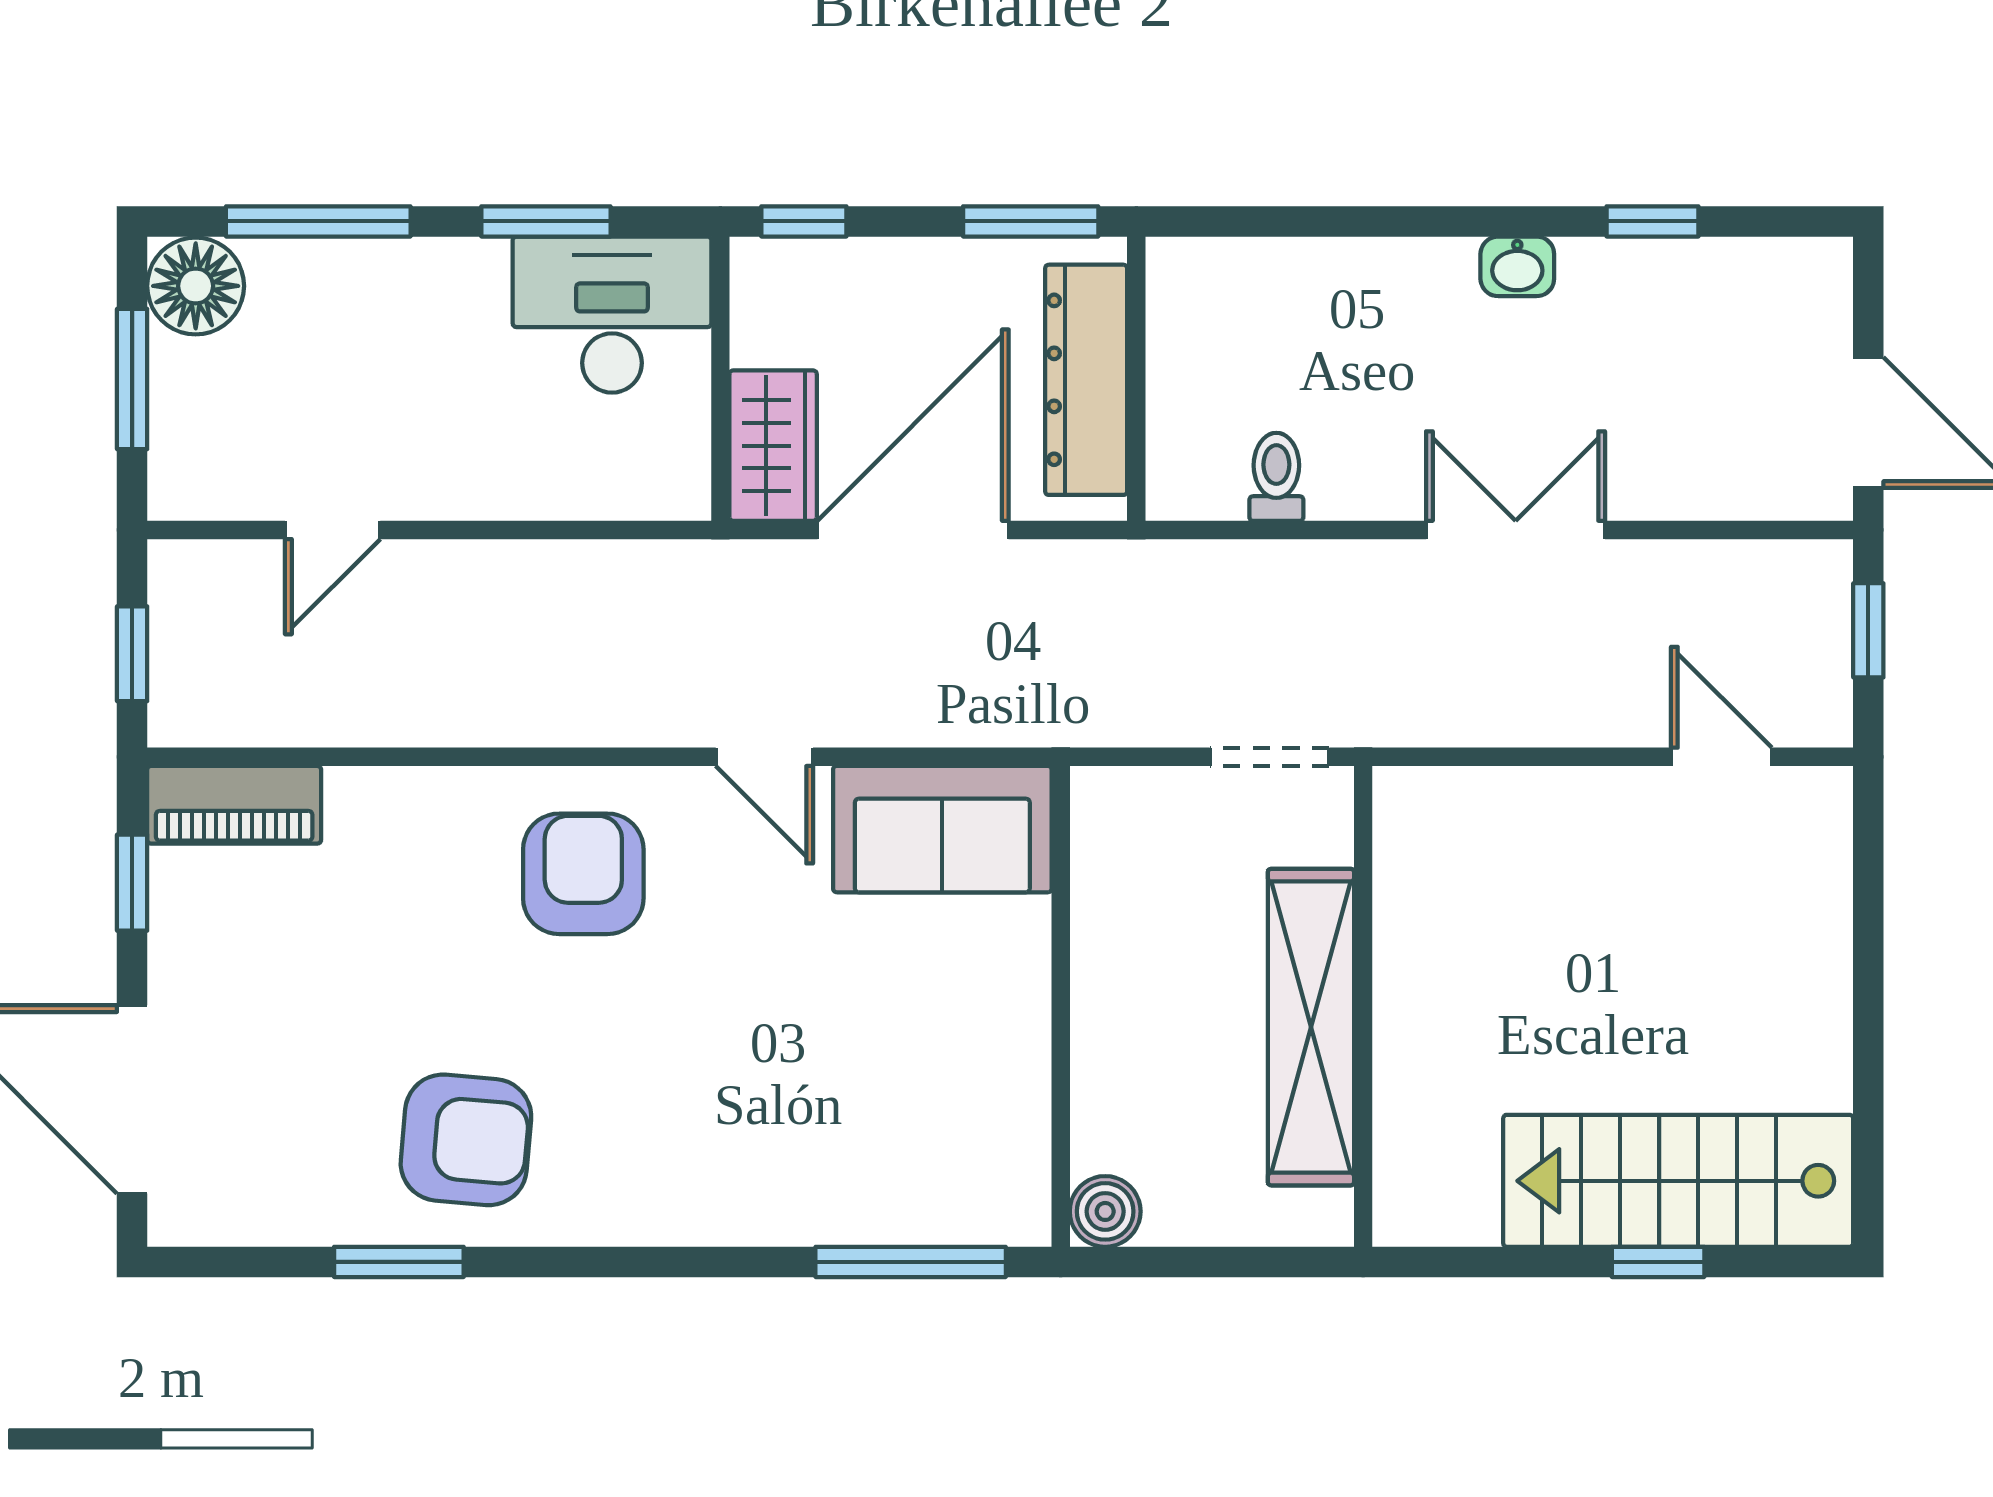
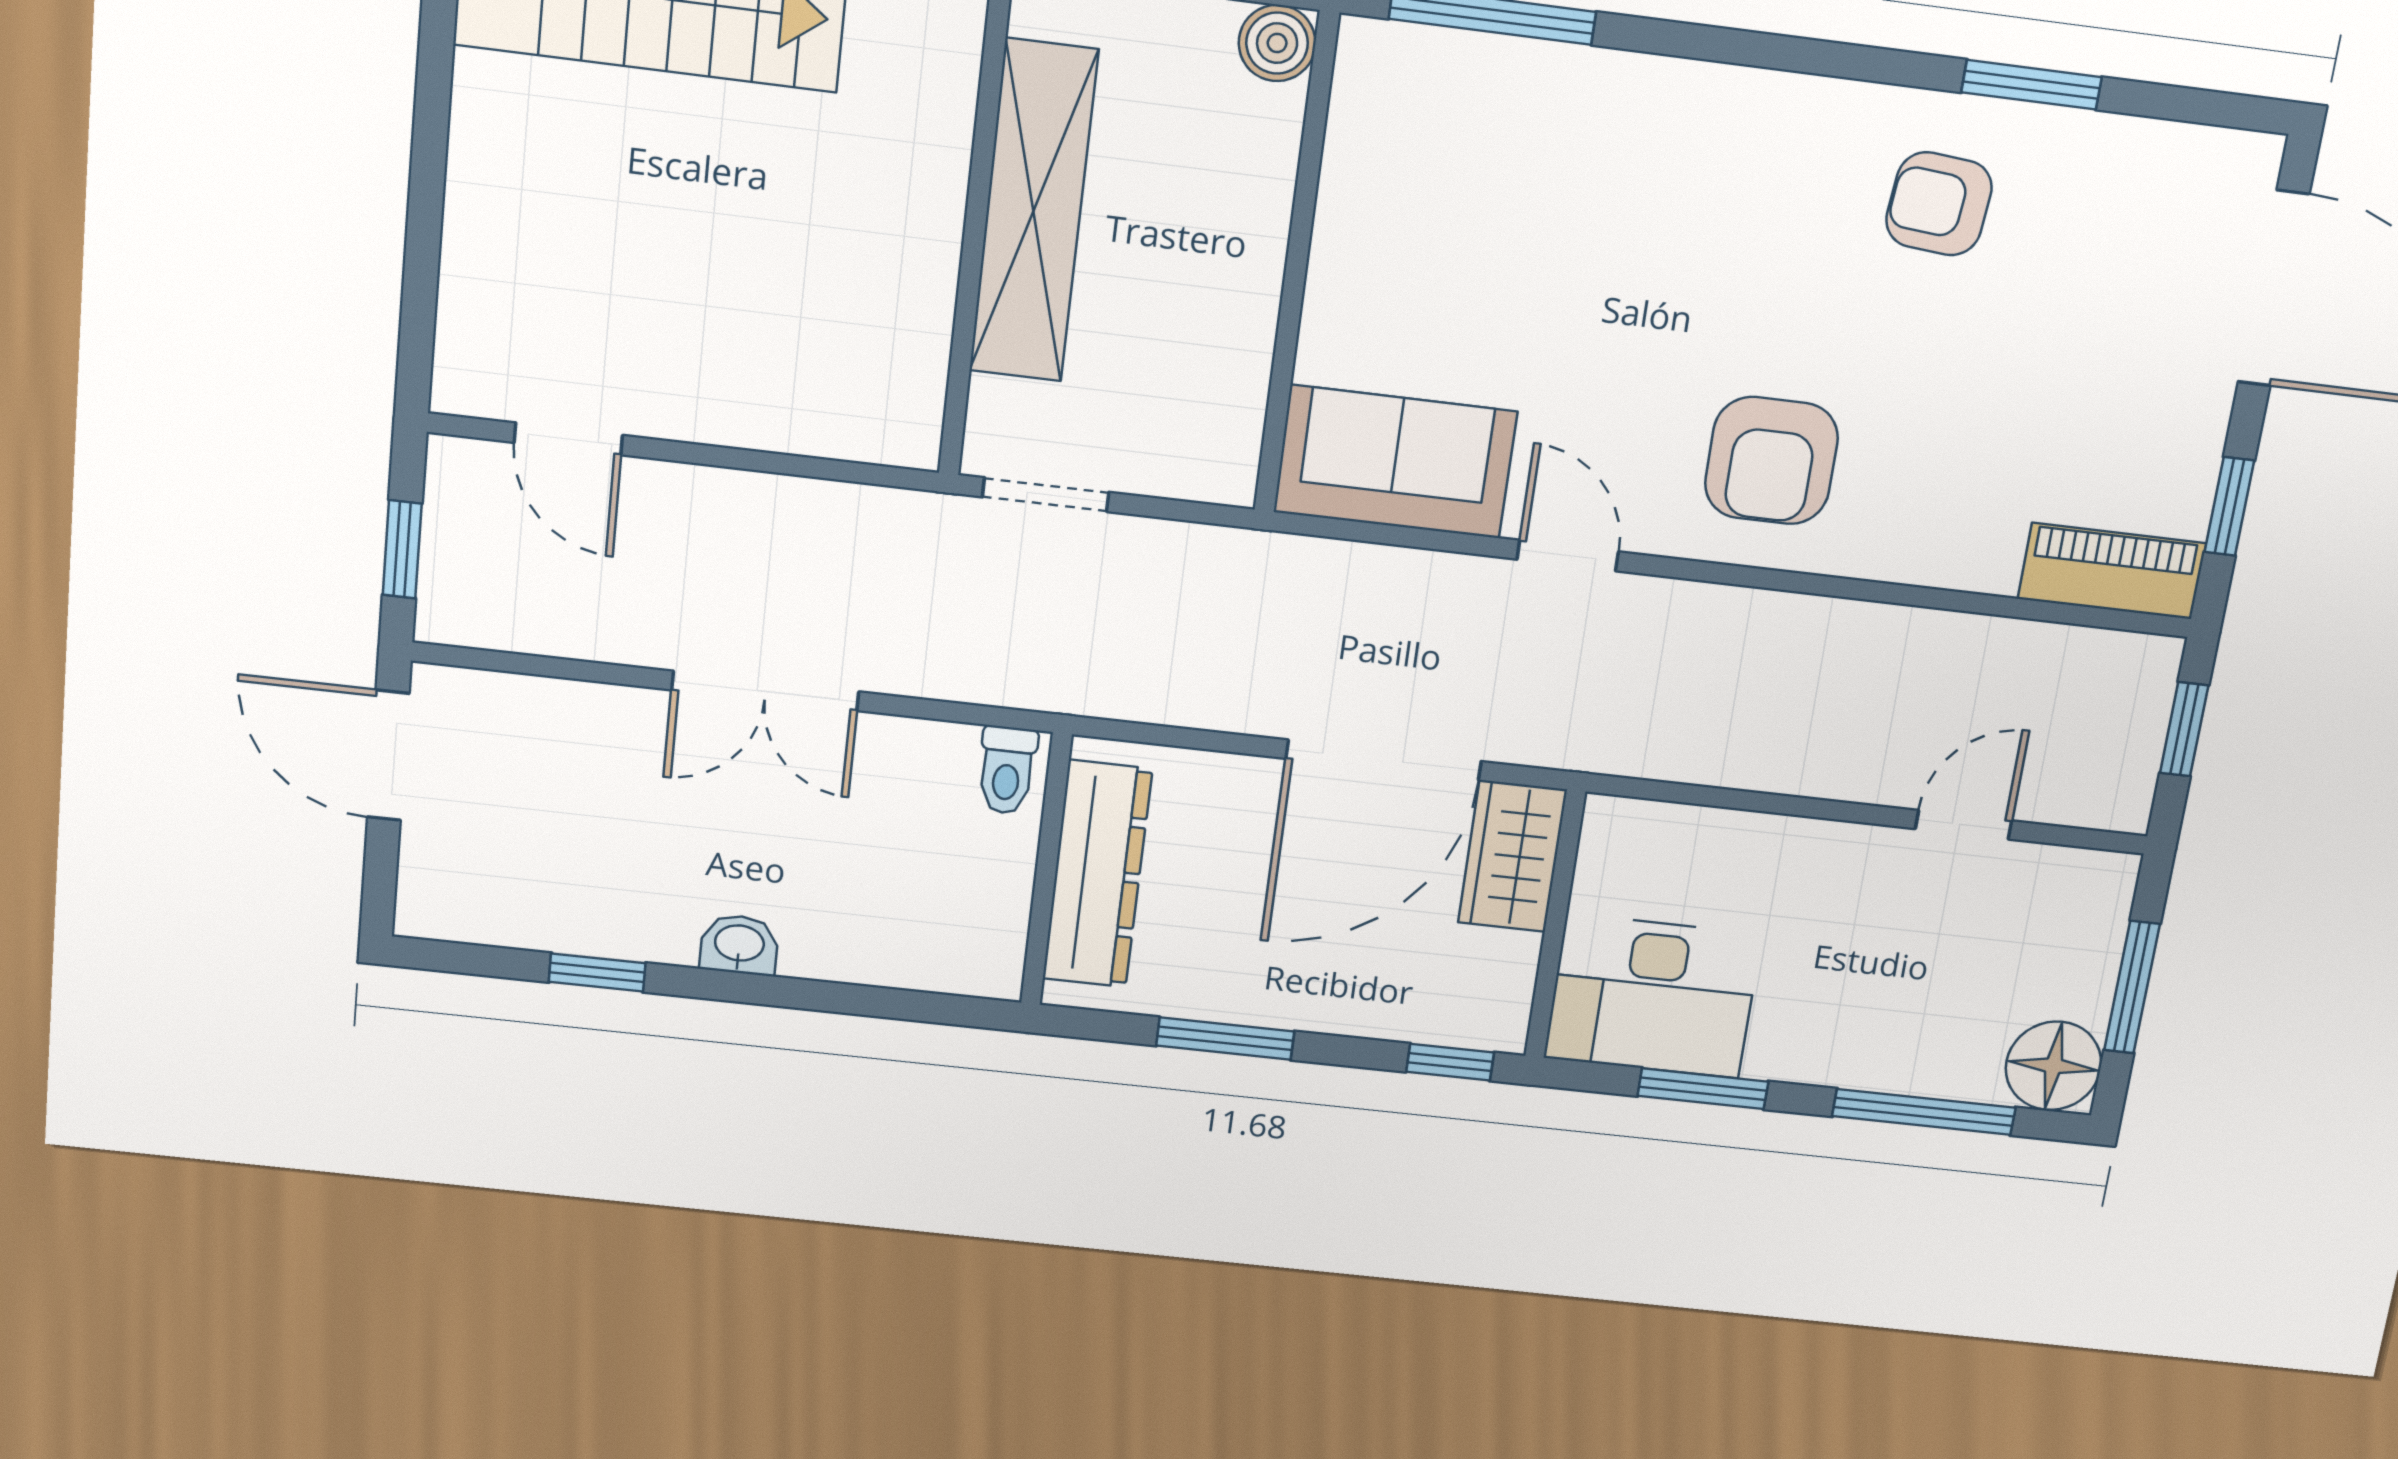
wall: (1136, 379) -> (1046, 870), moved
dresser: (1086, 380) -> (1097, 874), moved
armchair: (466, 1140) -> (1939, 204), width x0.72, depth x0.72

